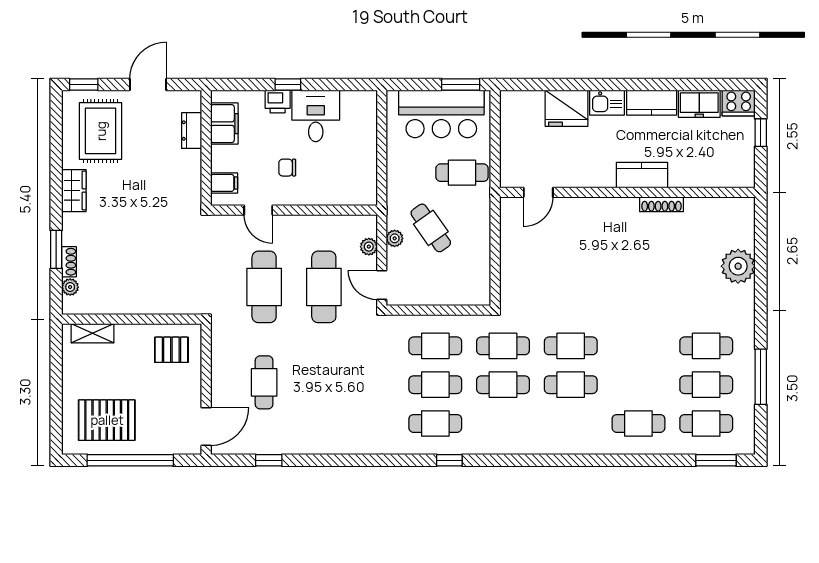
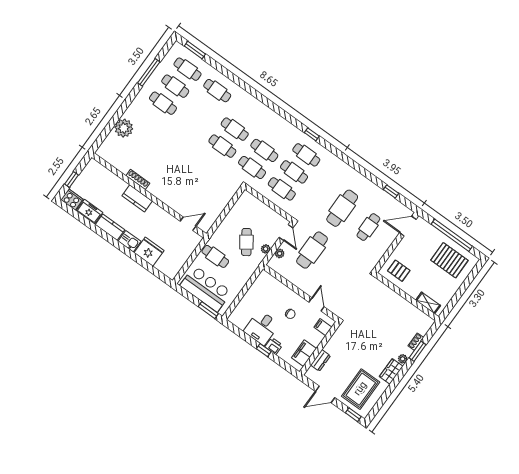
window: (461, 85) -> (208, 310), moved
plant: (70, 287) -> (403, 359), moved
cafe table: (264, 287) -> (342, 208), moved

